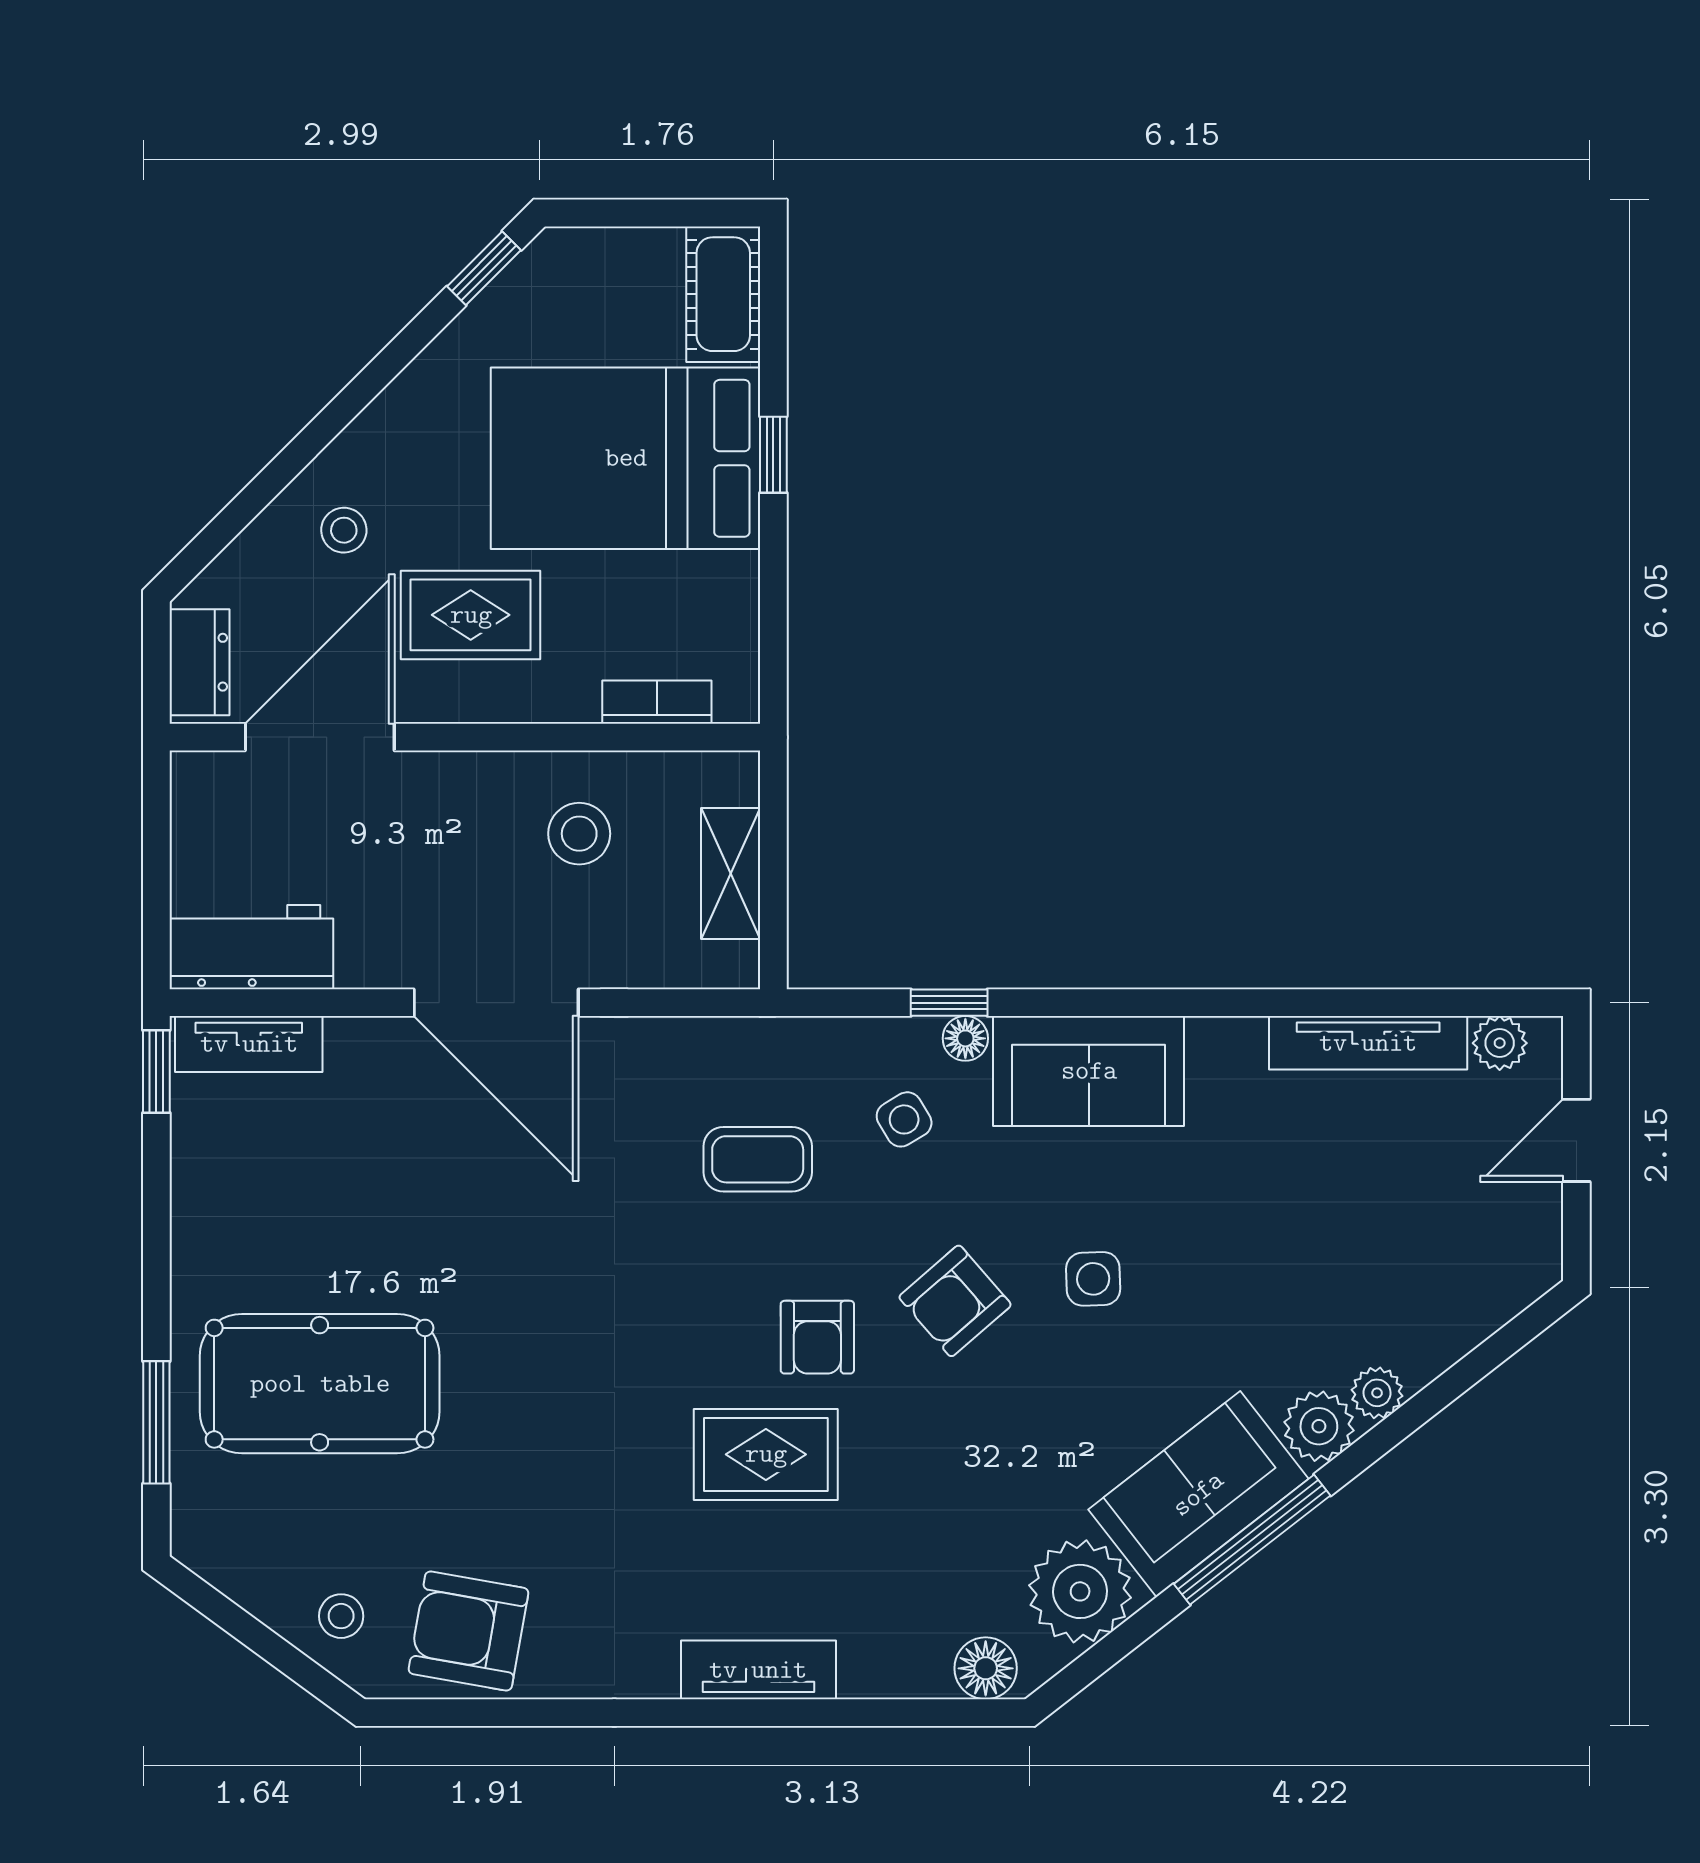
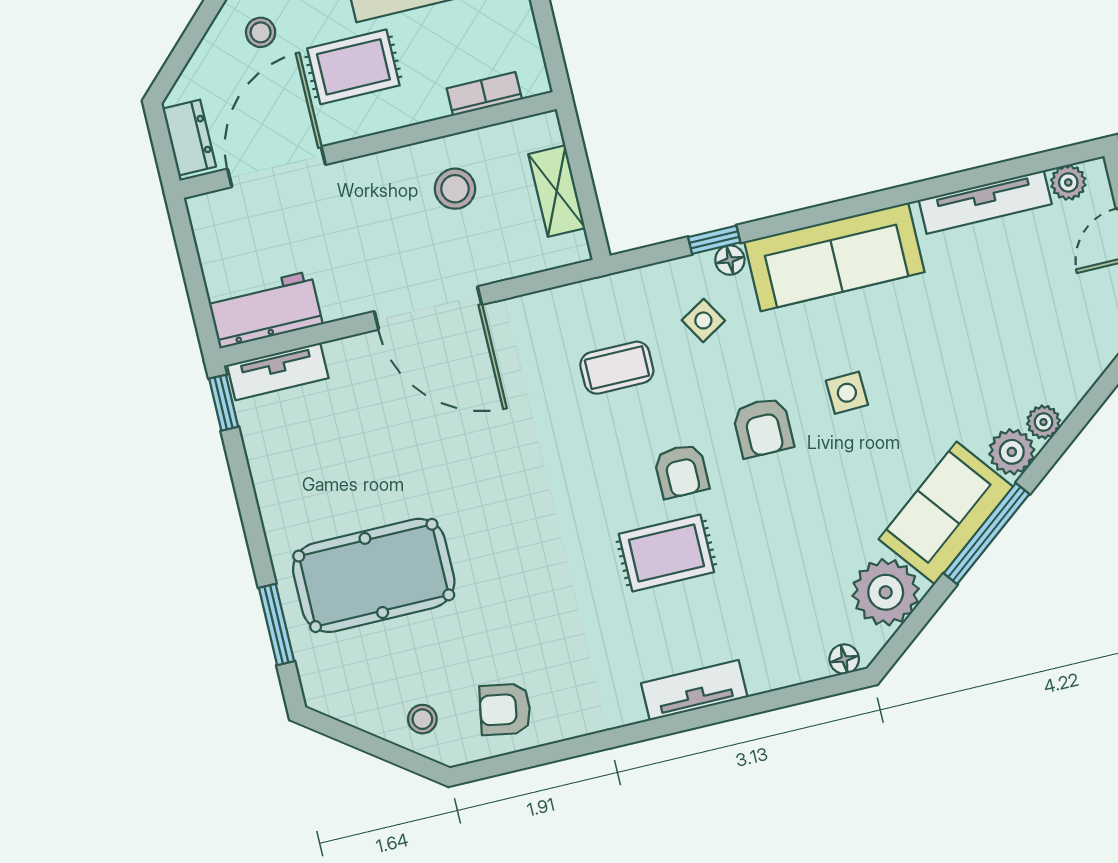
sofa: (1089, 1071) -> (834, 257), width x1.36
armchair: (955, 1301) -> (763, 427), turned -49
armchair: (468, 1631) -> (505, 709), width x0.72, depth x0.72
floor lamp: (986, 1668) -> (844, 659), width x0.73, depth x0.73

